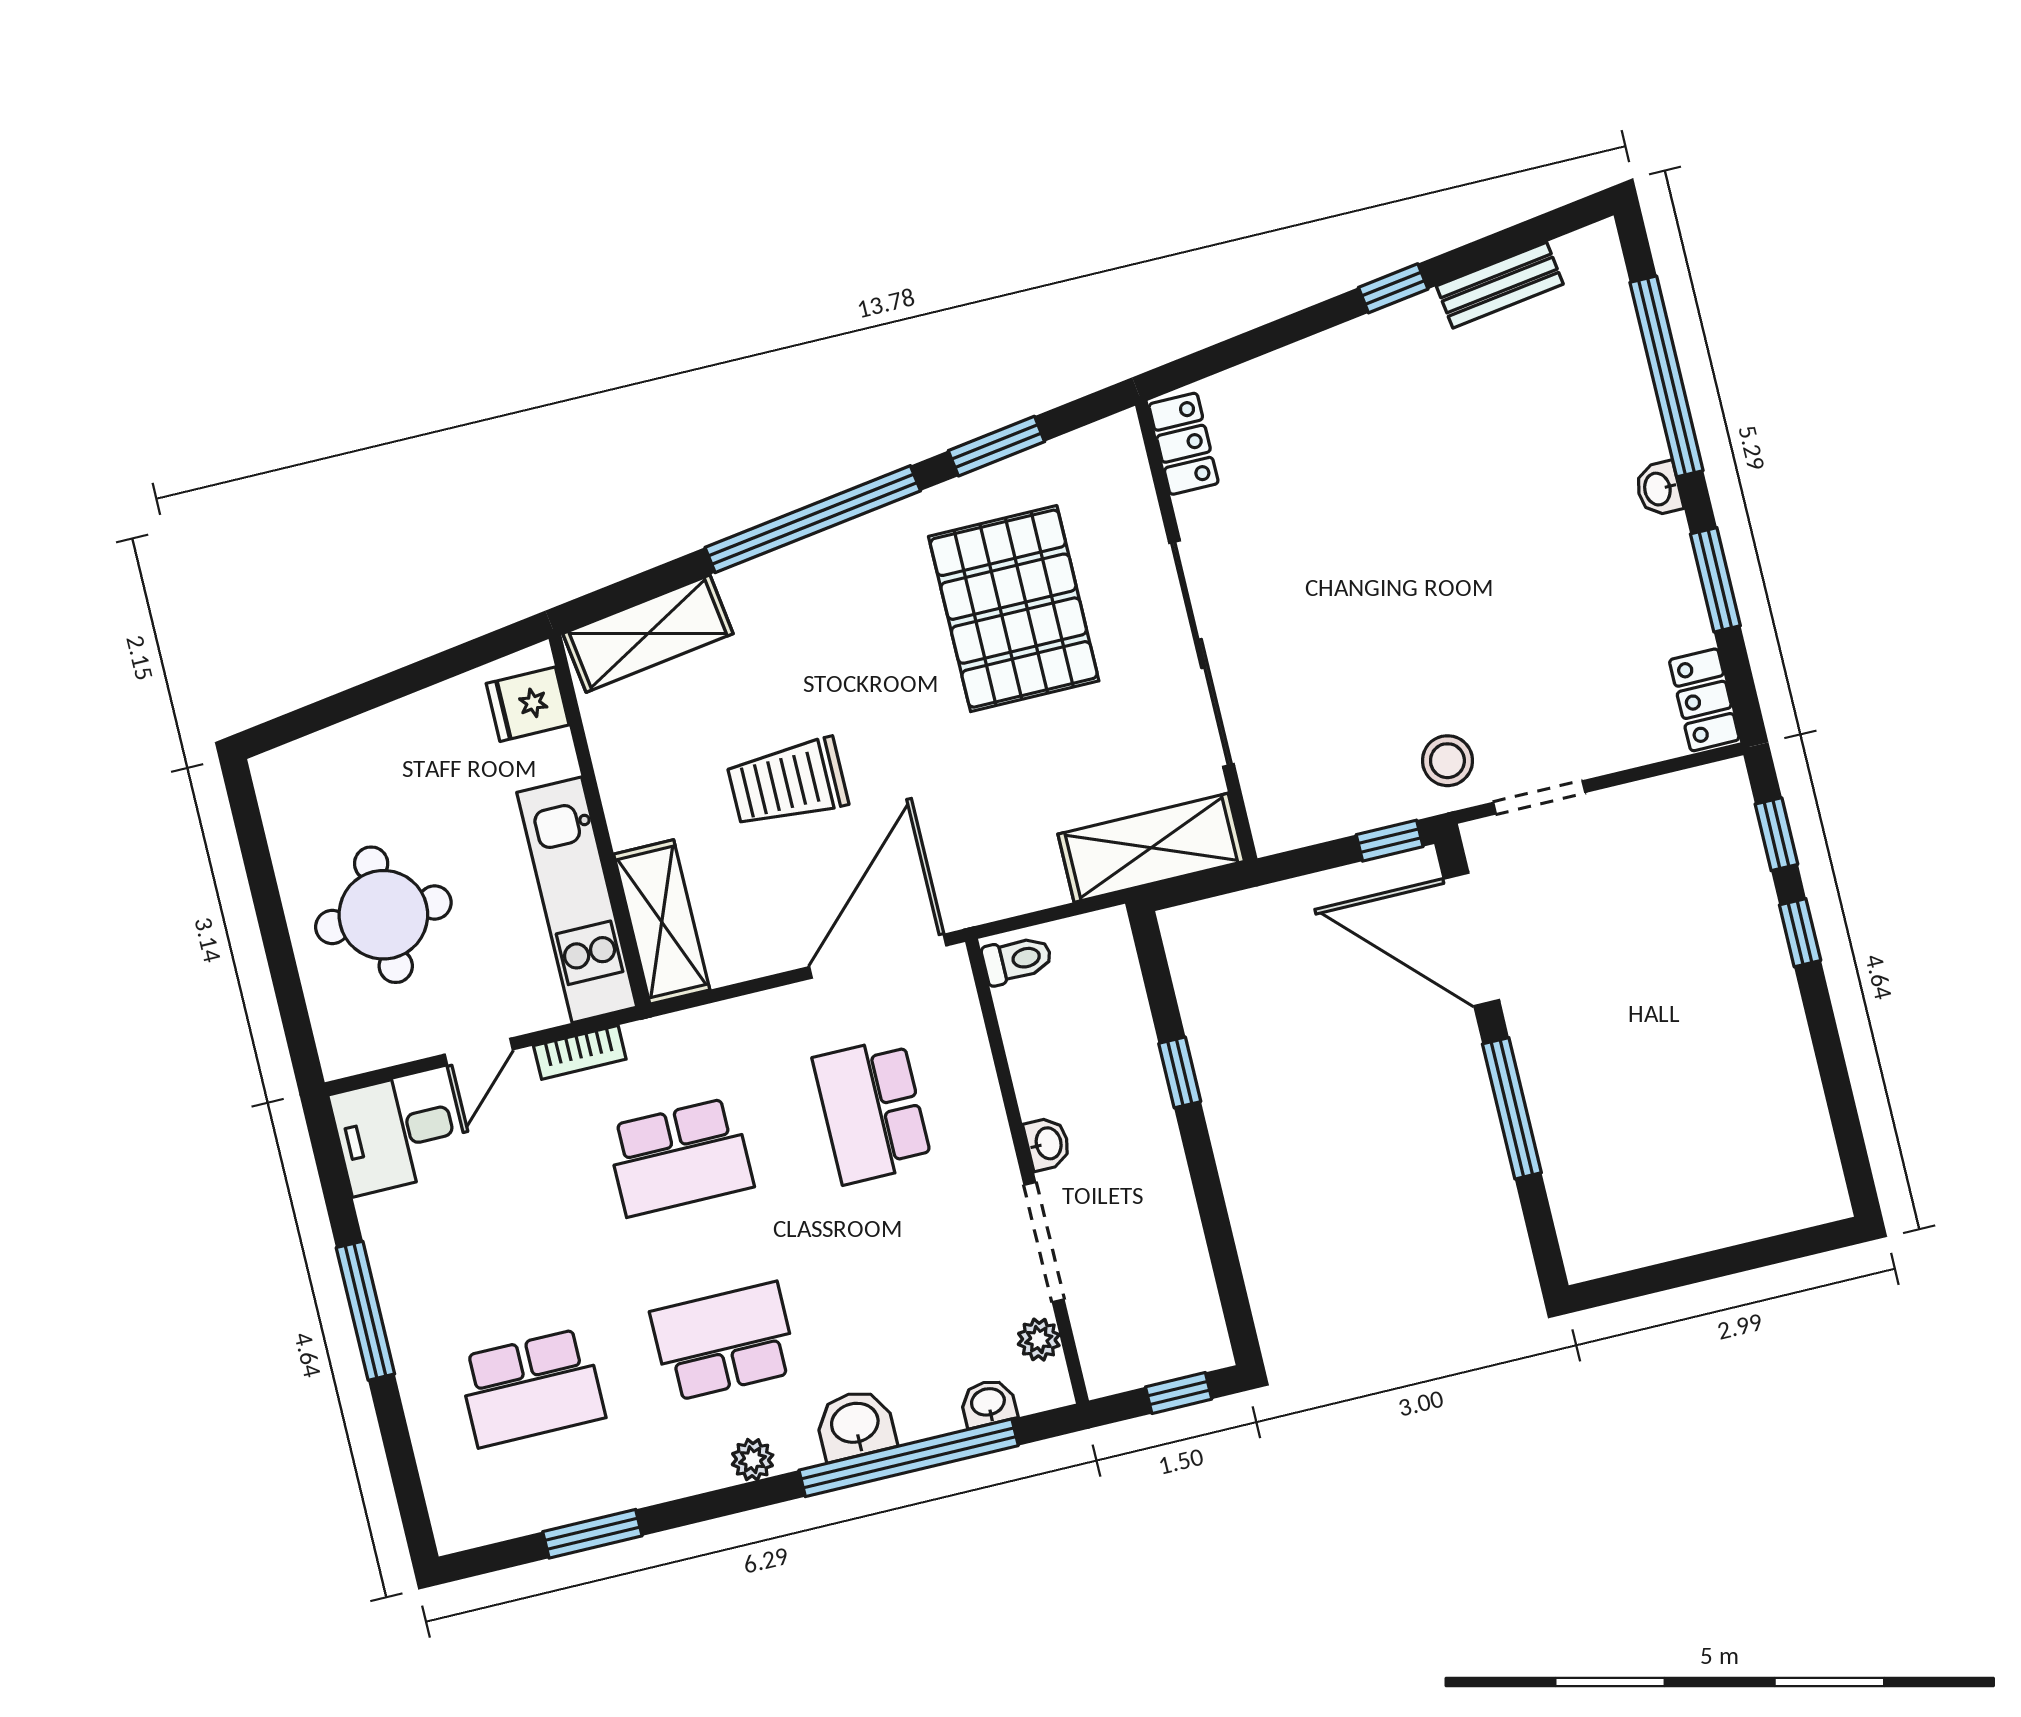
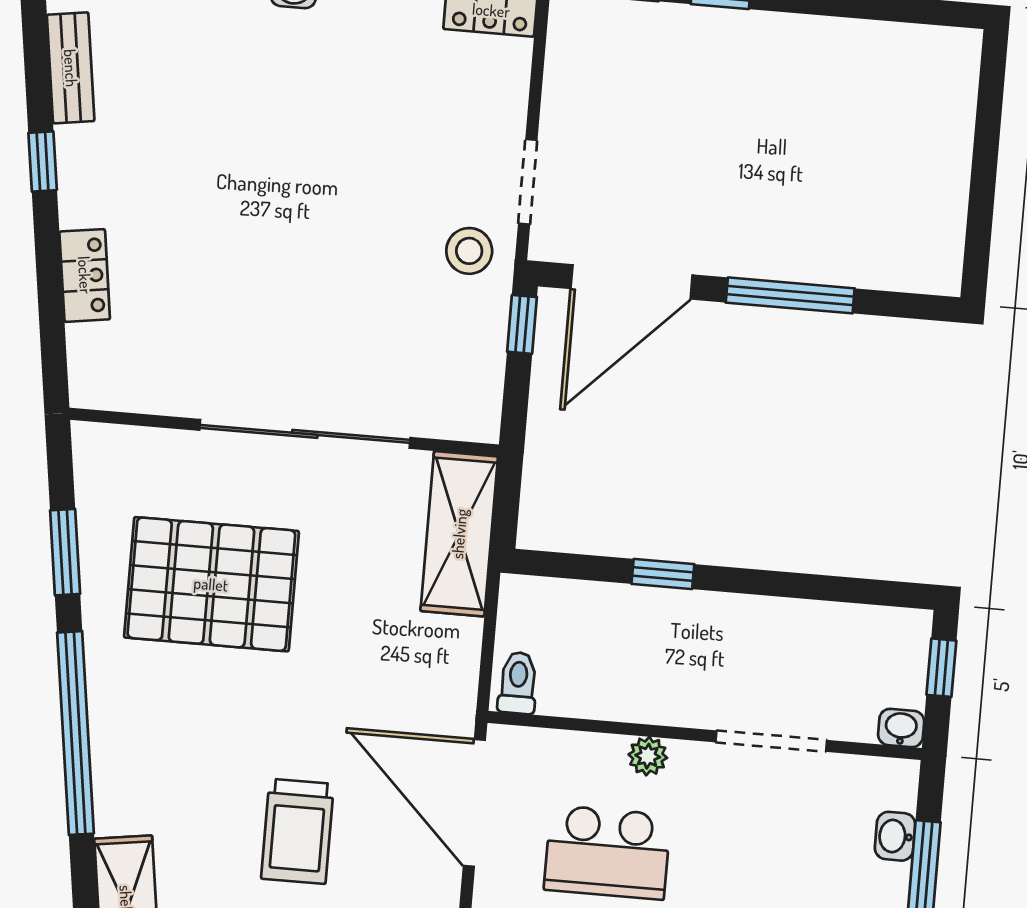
locker: (1184, 444) -> (85, 275), moved, turned 82
washbasin: (1047, 1144) -> (901, 728), moved
plant: (1039, 1340) -> (648, 756), moved

